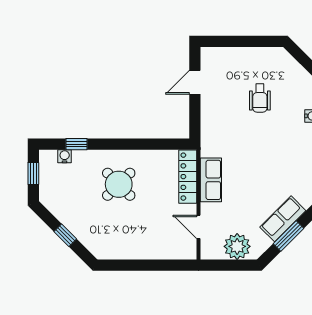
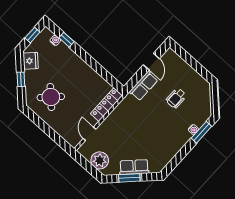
door: (195, 82) -> (151, 62), swing flipped
row of seats: (211, 180) -> (144, 86), moved
round table: (119, 184) -> (51, 97), moved
fridge: (58, 205) -> (31, 61), added

